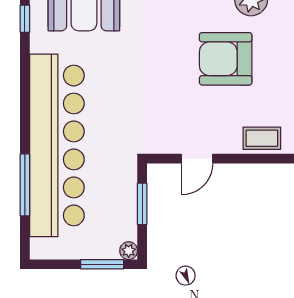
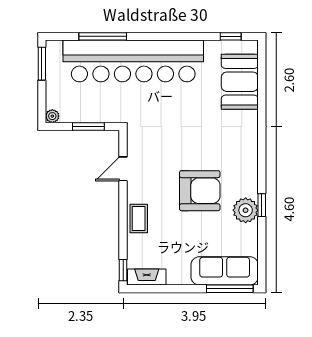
armchair: (226, 59) -> (200, 191), turned 90
door: (197, 159) -> (123, 169), hinge flipped
window: (102, 264) -> (42, 64), moved

